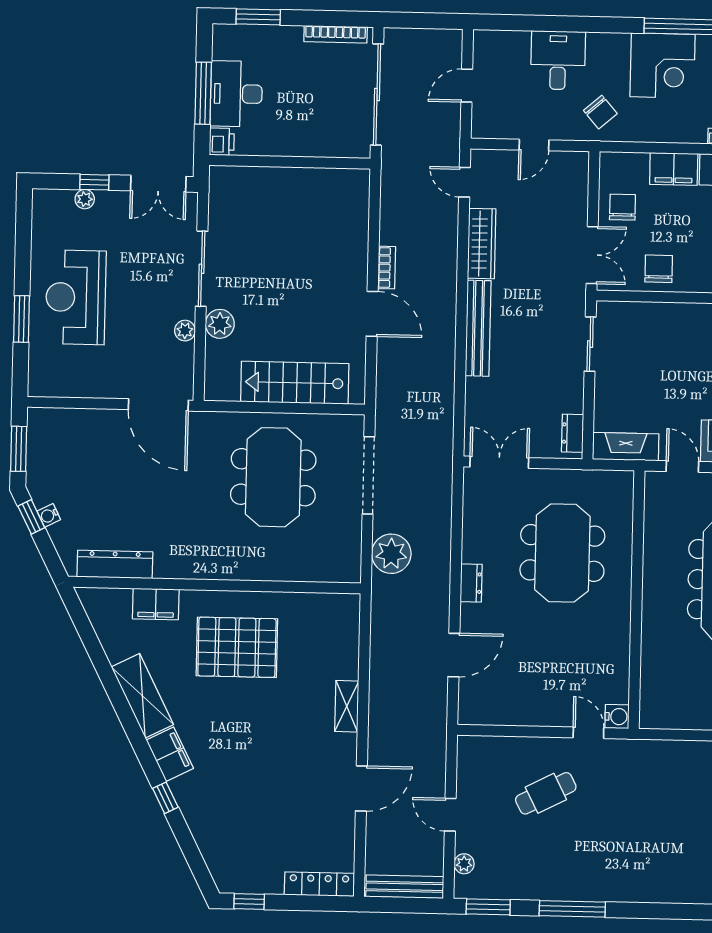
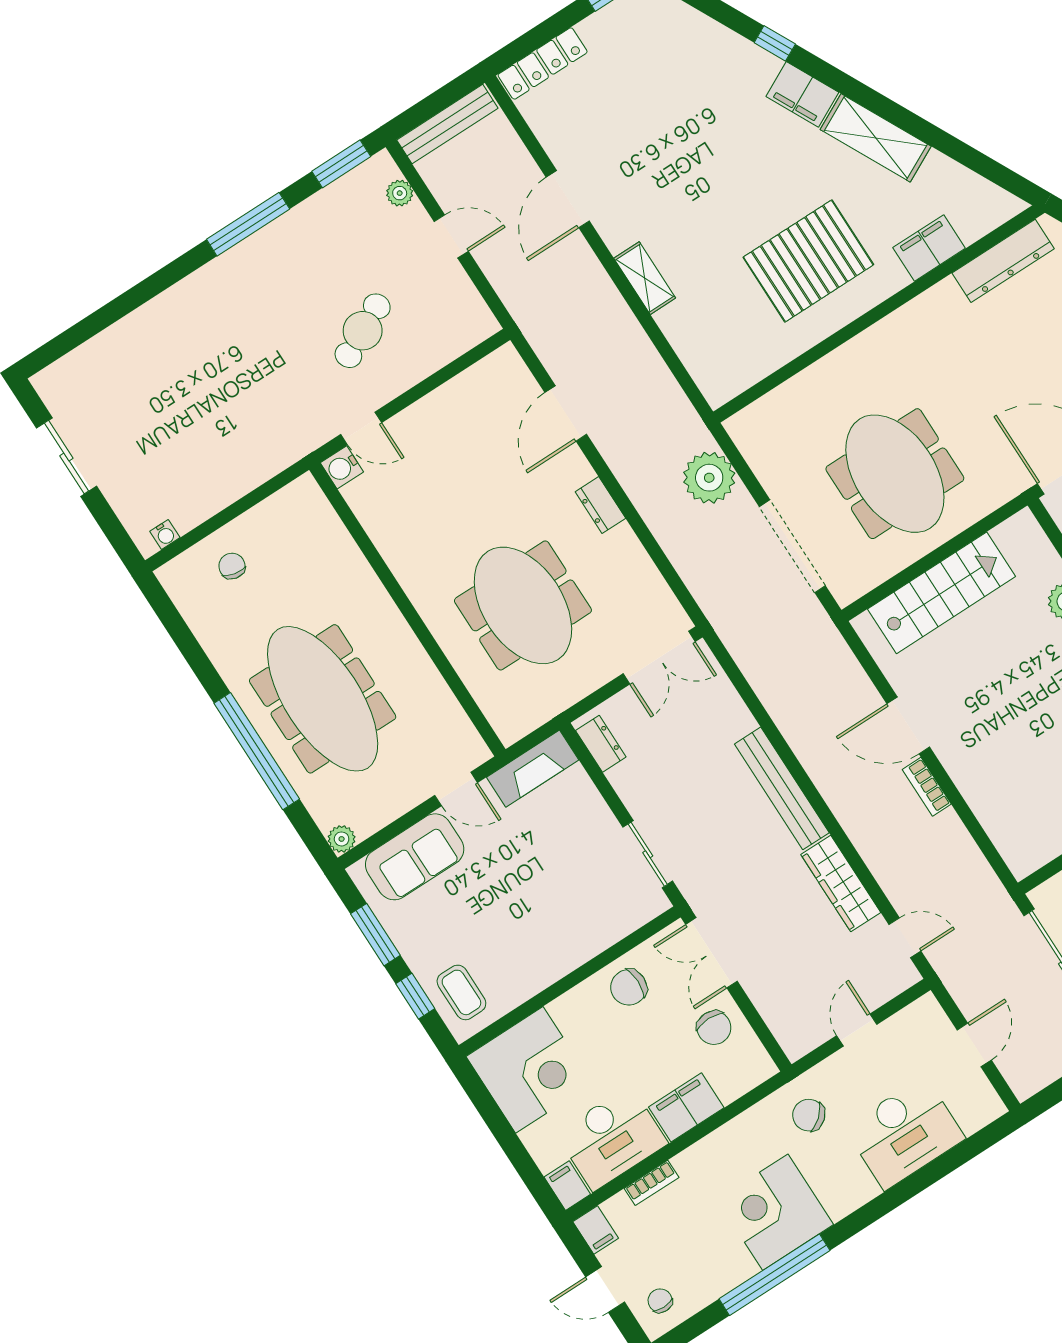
desk: (558, 60) -> (905, 1133), width x1.37
chair: (659, 269) -> (629, 987), turned 90

